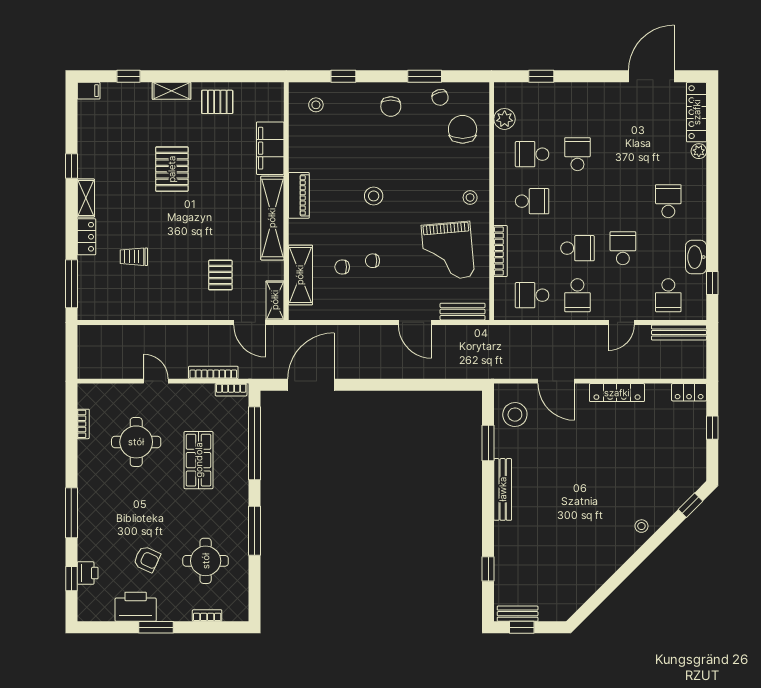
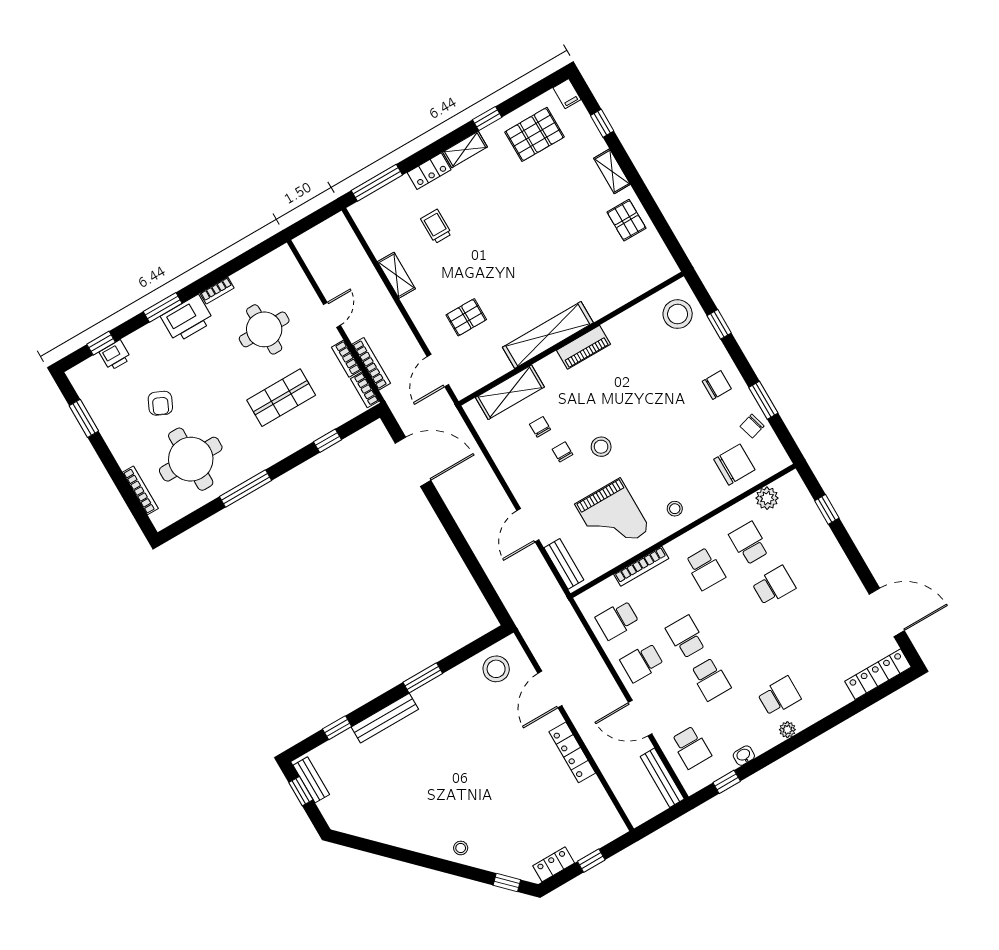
stool: (316, 105) -> (678, 314), width x1.89, depth x1.89
chair: (391, 106) -> (717, 385), turned 180
filing cabinet: (270, 148) -> (612, 295), removed
plant: (699, 151) -> (787, 730), moved
pallet: (172, 169) -> (534, 134), moved
stool: (374, 196) -> (601, 447), moved
school desk: (577, 248) -> (686, 637), turned 180
school desk: (623, 248) -> (711, 679), turned 90
grand piano: (448, 251) -> (613, 517), turned -85
washbasin: (696, 257) -> (744, 756), width x0.52, depth x0.69
school desk: (532, 295) -> (617, 620), turned -90
school desk: (668, 295) -> (691, 747), turned -90
shelving: (275, 300) -> (396, 275), moved, turned 90
door: (621, 322) -> (640, 718), width x1.37
bookcase: (198, 390) -> (346, 359), added
locker: (689, 392) -> (554, 864), moved, turned 90
bookcase: (83, 424) -> (217, 291), moved
window: (254, 443) -> (328, 441), width x0.32
window: (488, 443) -> (423, 678), moved
bench: (503, 489) -> (385, 718), moved
window: (71, 513) -> (163, 307), width x0.69
round table: (206, 561) -> (191, 459), width x1.36, depth x1.36
printer: (136, 607) -> (187, 319), moved, turned 90
bookcase: (207, 616) -> (140, 490), width x1.56
window: (156, 627) -> (84, 418), moved

